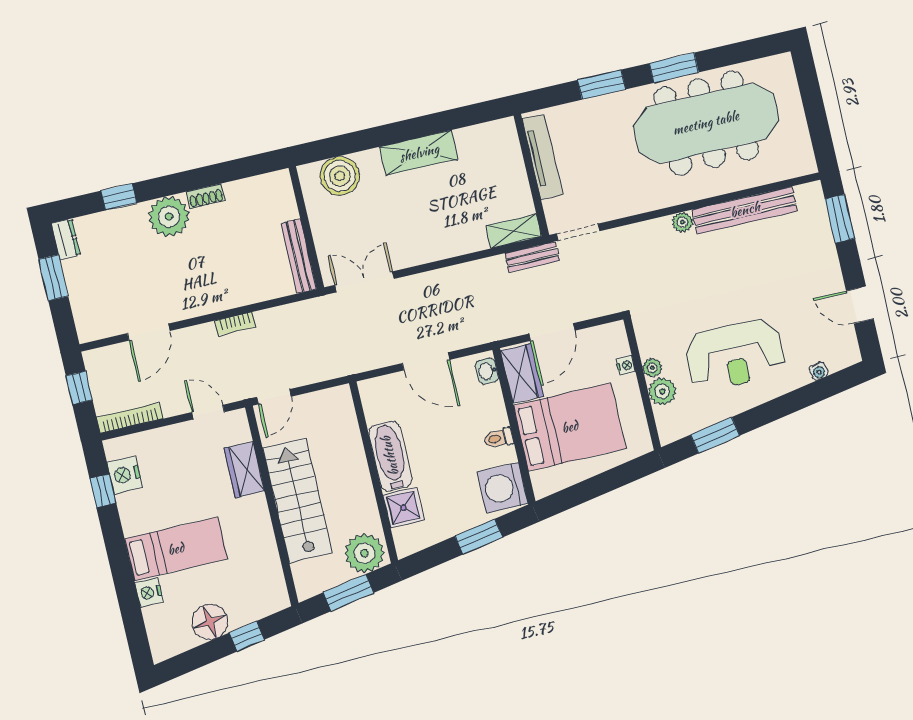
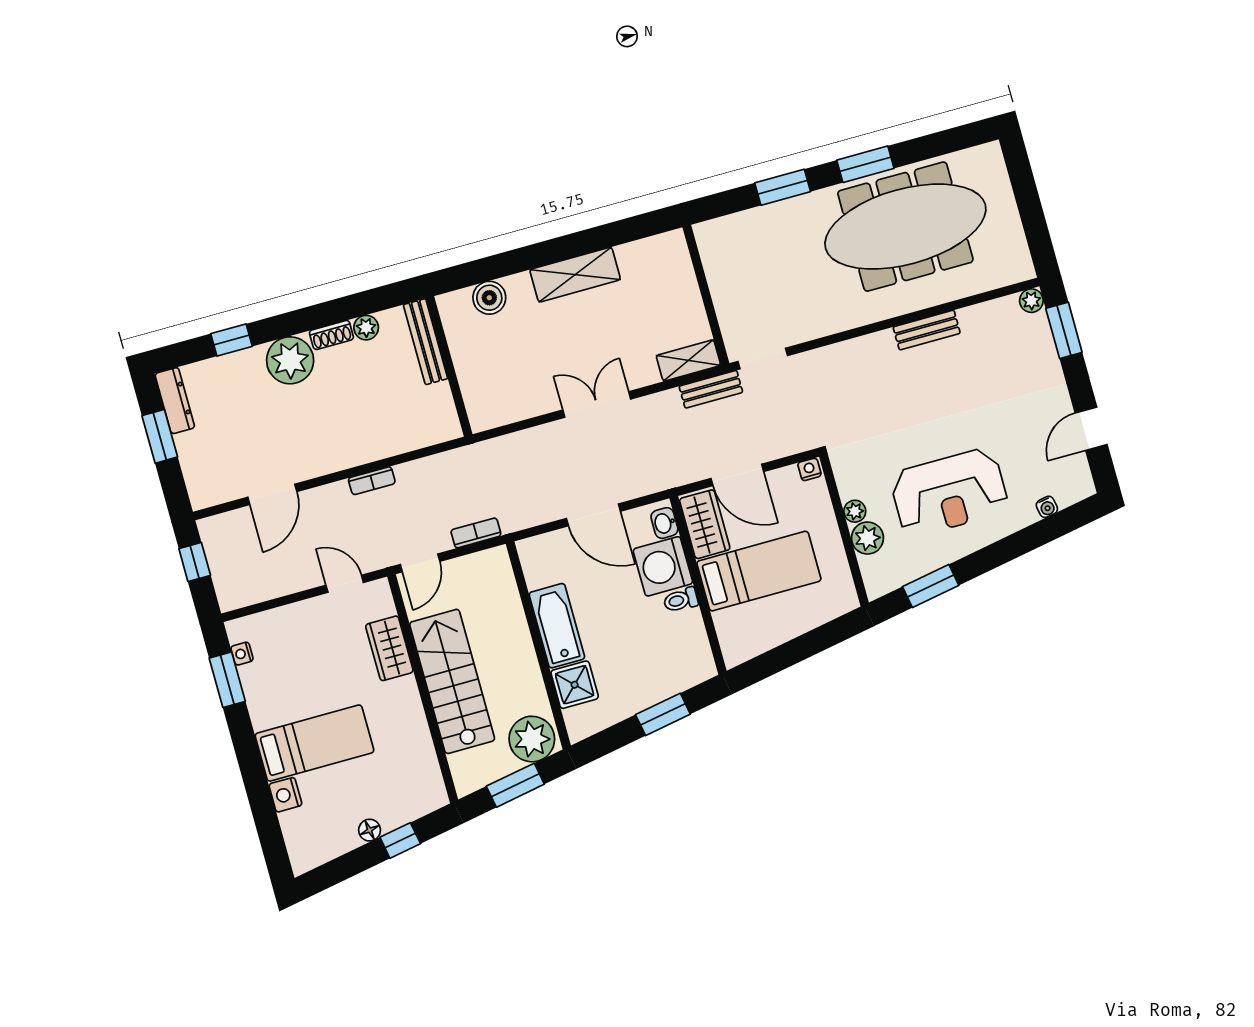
tv unit: (542, 157) -> (718, 273), removed
boiler: (340, 176) -> (489, 298), width x0.73, depth x0.73
plant: (236, 191) -> (366, 328), added
bench: (745, 210) -> (927, 330), width x0.54, depth x0.82
plant: (682, 222) -> (1031, 301), moved
dresser: (66, 239) -> (175, 401), width x1.44
bench: (299, 256) -> (425, 342), moved
double door: (364, 282) -> (597, 404), moved
door: (860, 305) -> (1091, 429), hinge flipped
door: (552, 332) -> (737, 475), hinge flipped
nightstand: (626, 365) -> (809, 469), moved, turned -90
bookcase: (130, 418) -> (476, 533), moved, width x0.64
bed: (570, 427) -> (759, 571), width x0.67
nightstand: (125, 475) -> (242, 654), width x0.53, depth x0.56
washing machine: (503, 488) -> (663, 566), moved
window: (103, 491) -> (227, 680), width x1.50
floor lamp: (210, 622) -> (370, 830), width x0.53, depth x0.53

